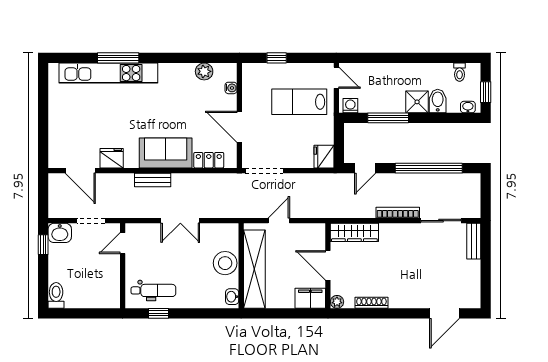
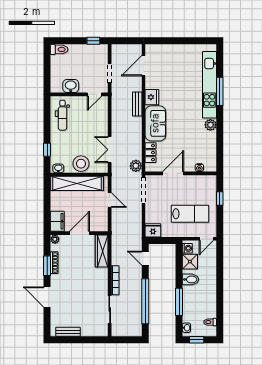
plant: (204, 71) -> (210, 125), moved
bidet: (438, 101) -> (191, 279), moved
lab bench: (299, 102) -> (190, 214), turned 90
shower: (417, 102) -> (190, 262), moved
window: (388, 118) -> (179, 302), moved
fridge: (112, 158) -> (152, 97), moved
bench: (153, 180) -> (137, 104), moved
plant: (228, 182) -> (136, 166), added
double door: (180, 221) -> (110, 150), moved
washbasin: (60, 233) -> (71, 86), moved, turned 90
bench: (474, 241) -> (68, 332), moved
door: (123, 243) -> (95, 94), swing flipped
window: (159, 313) -> (47, 150), moved
window: (376, 313) -> (47, 266), added
door: (444, 313) -> (47, 297), moved

